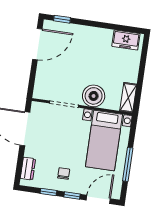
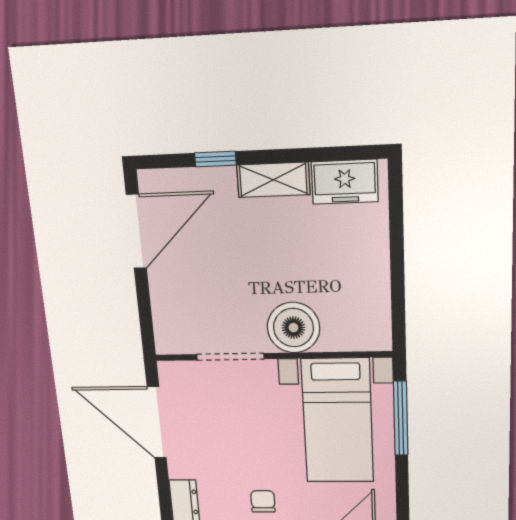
window: (62, 19) -> (215, 159), moved
shelving: (128, 98) -> (273, 180), moved, turned 90
window: (128, 164) -> (401, 418), moved

